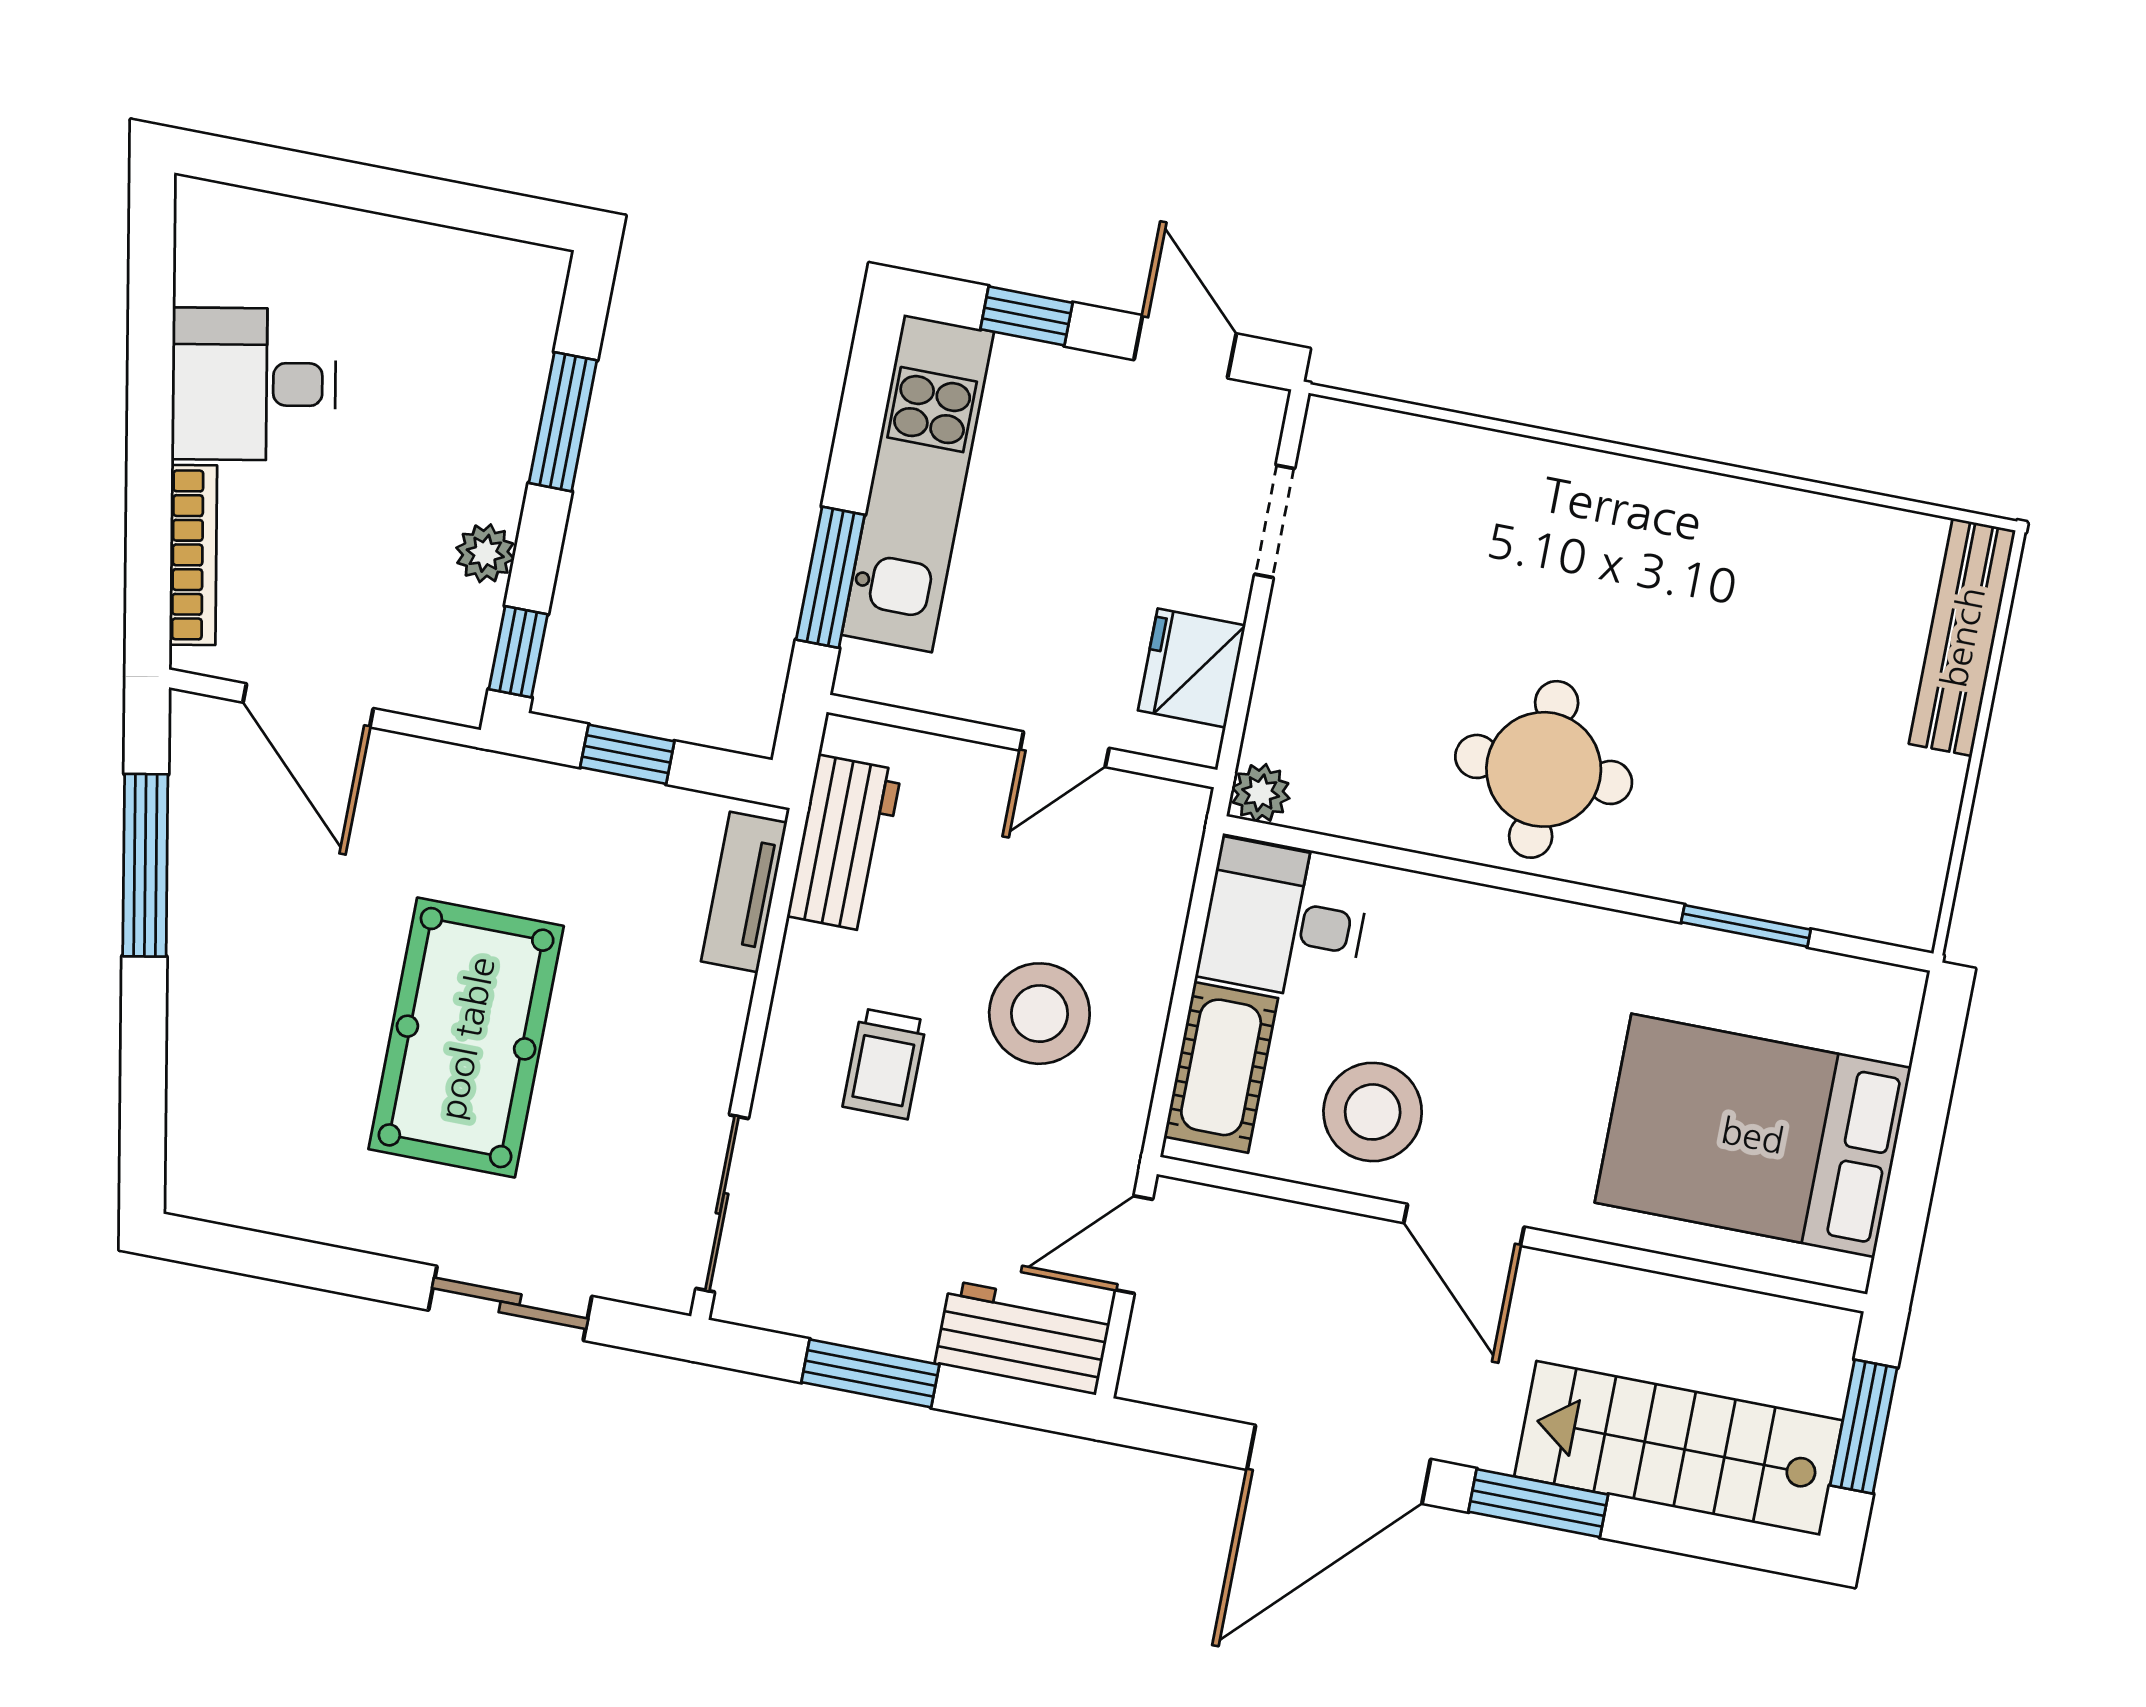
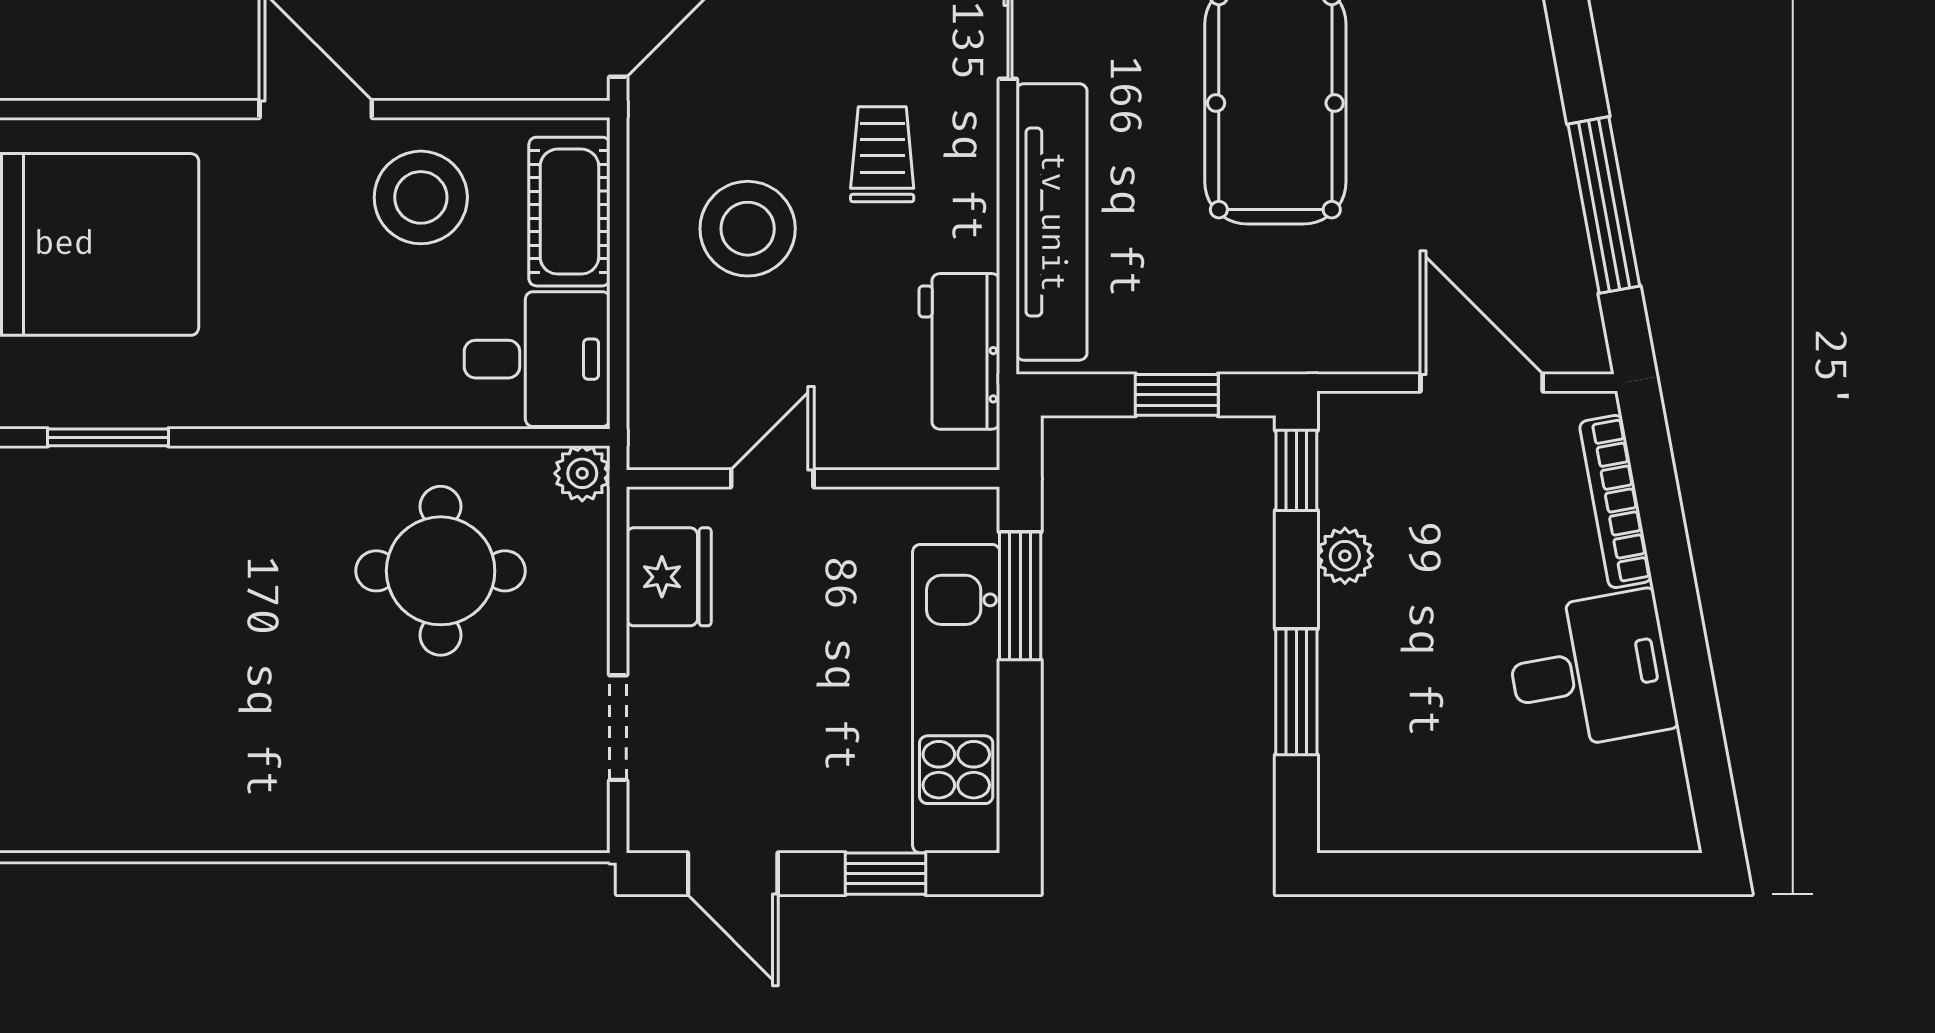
round table: (1544, 769) -> (441, 571), moved
tv unit: (744, 892) -> (1052, 222), width x1.92, depth x1.29

